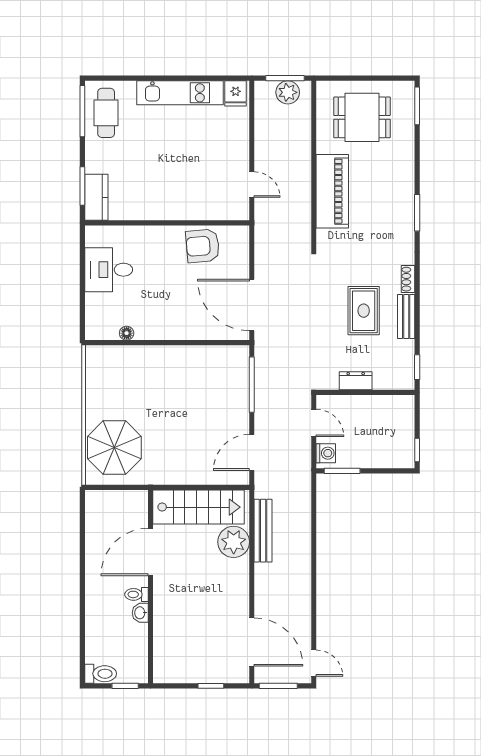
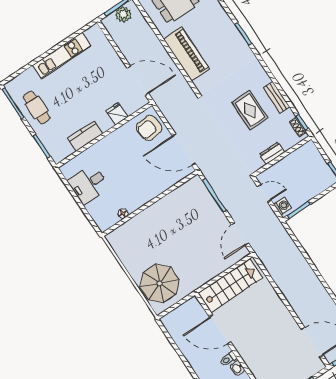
fridge: (236, 93) -> (117, 114), moved, turned 180
cafe table: (106, 113) -> (37, 107), moved
door: (252, 185) -> (138, 81), width x1.87
kitchen counter: (96, 197) -> (85, 136), moved, turned -90
armchair: (203, 246) -> (149, 128), moved
shoe rack: (408, 279) -> (298, 127), moved
bench: (263, 531) -> (276, 274), removed
plant: (234, 542) -> (264, 292), removed
door: (150, 552) -> (220, 329), hinge flipped

